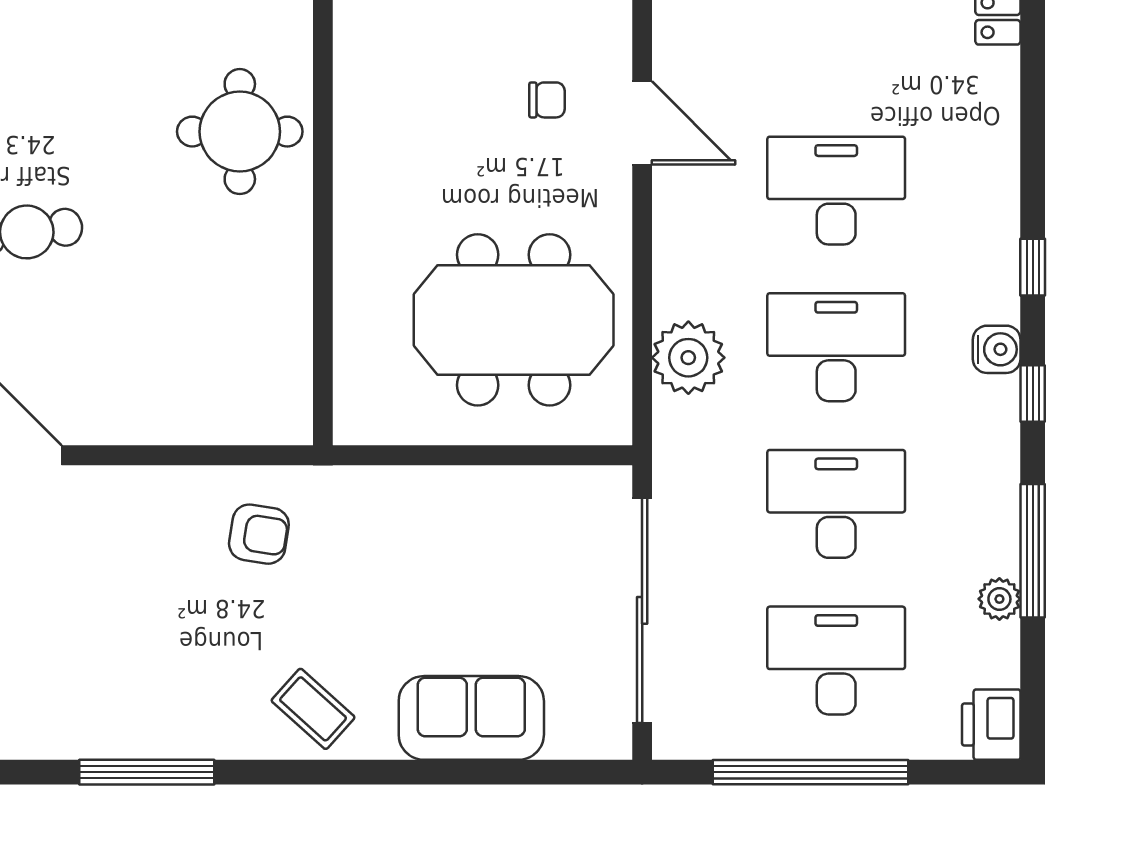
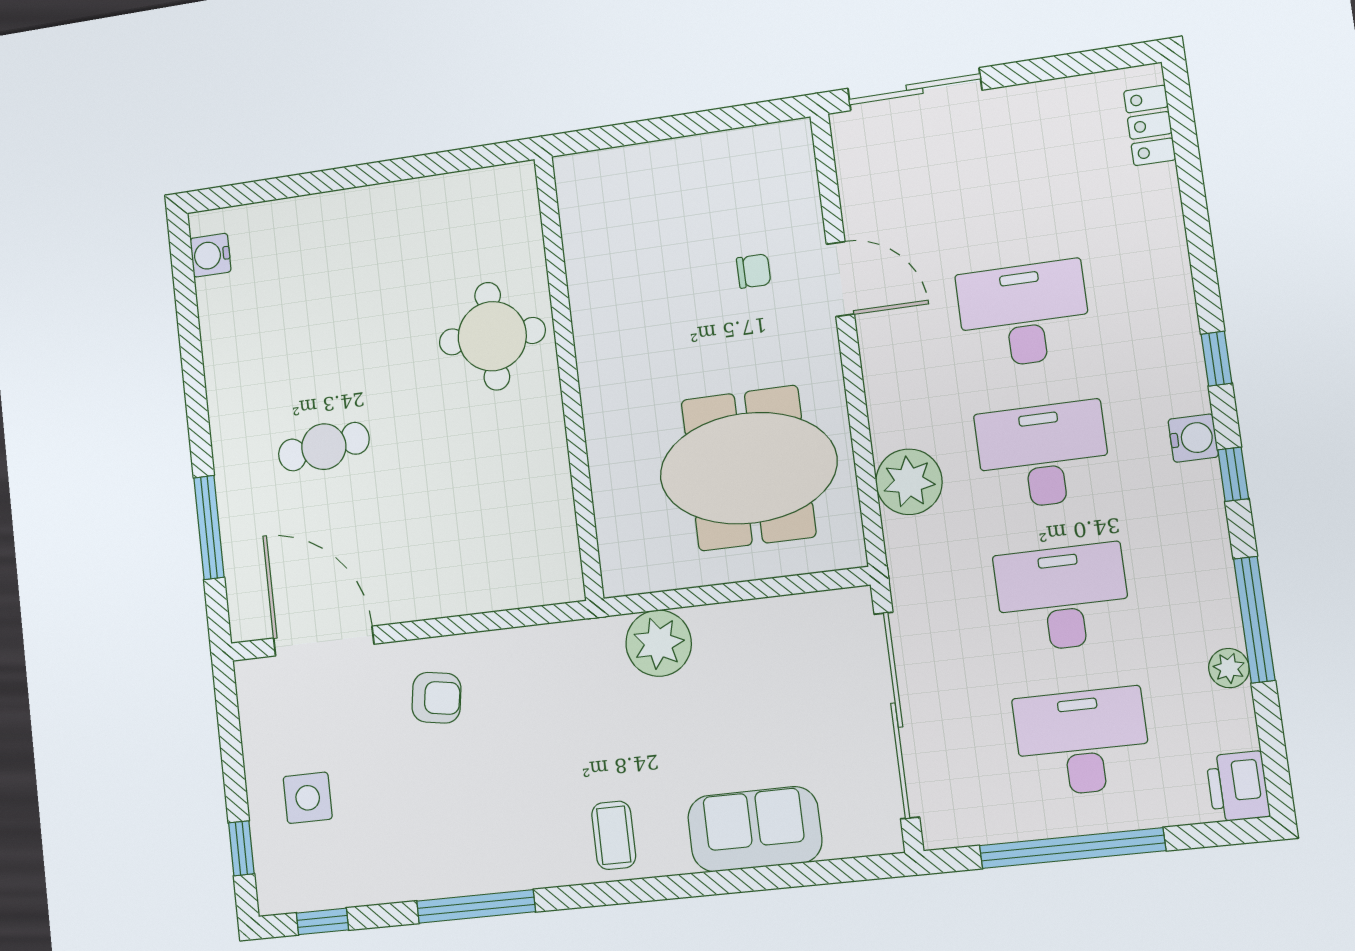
plant: (389, 502) -> (659, 643), added
armchair: (259, 534) -> (436, 698), moved
coffee table: (313, 709) -> (614, 835), turned 48

